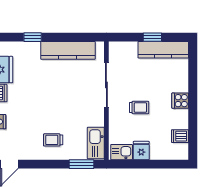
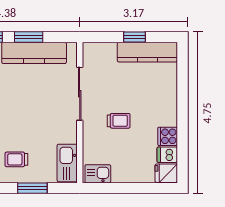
window: (63, 37) -> (29, 37), added
cooker: (180, 101) -> (168, 136), moved
fridge: (141, 151) -> (166, 173), moved, turned -90
window: (81, 164) -> (32, 188), moved

